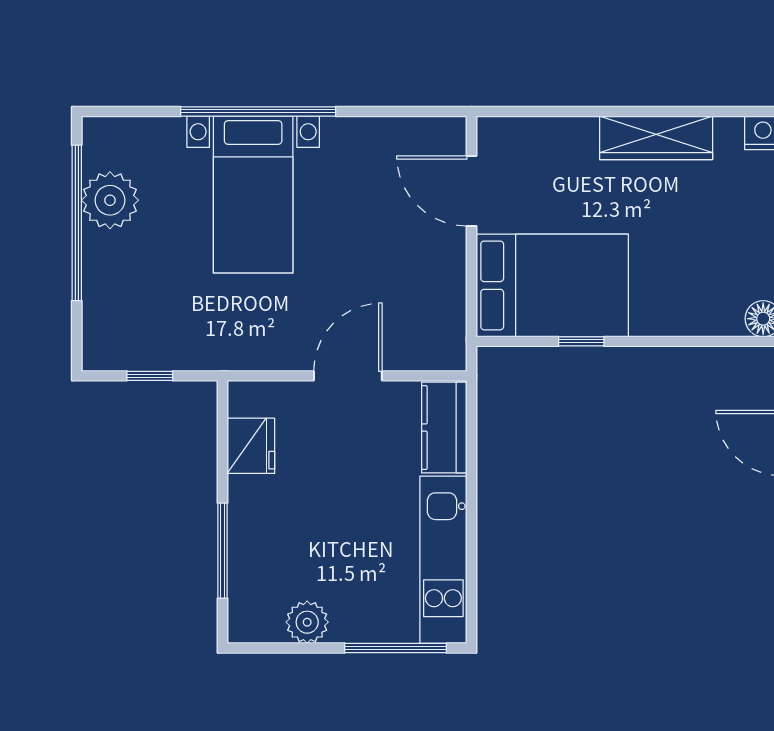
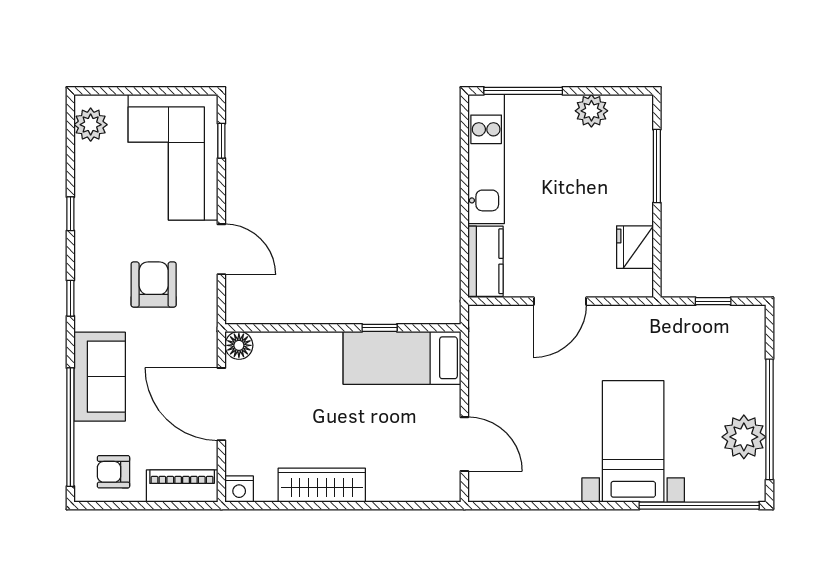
window: (258, 111) -> (699, 506), moved
bed: (552, 285) -> (402, 358), width x0.67

